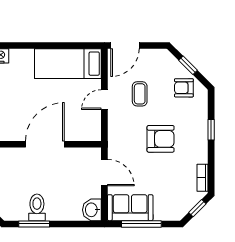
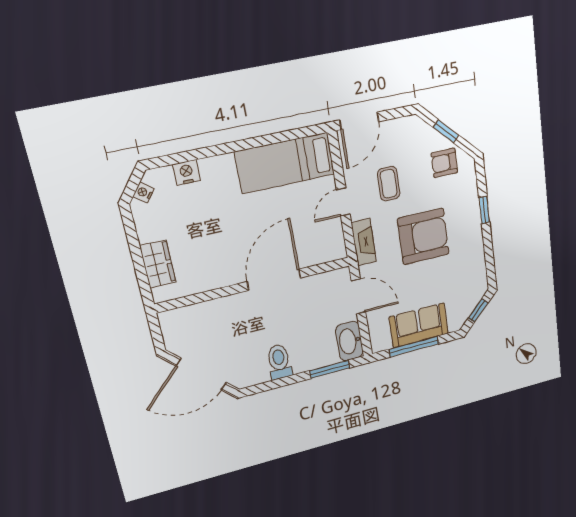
fireplace: (115, 132) -> (364, 242), added
armchair: (161, 139) -> (423, 236), width x1.36, depth x1.36
bookcase: (202, 178) -> (480, 272), removed
sofa: (130, 208) -> (419, 325), moved
washbasin: (92, 210) -> (349, 341), width x1.38
window: (34, 224) -> (330, 369), moved

